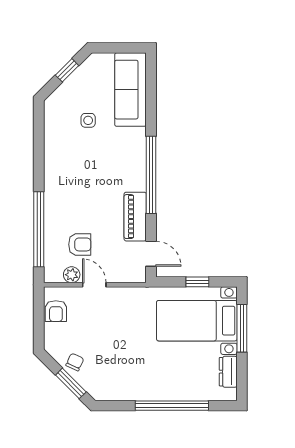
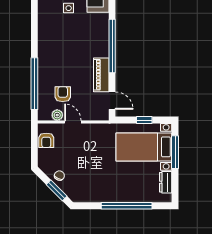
armchair: (80, 244) -> (63, 94), turned -90

